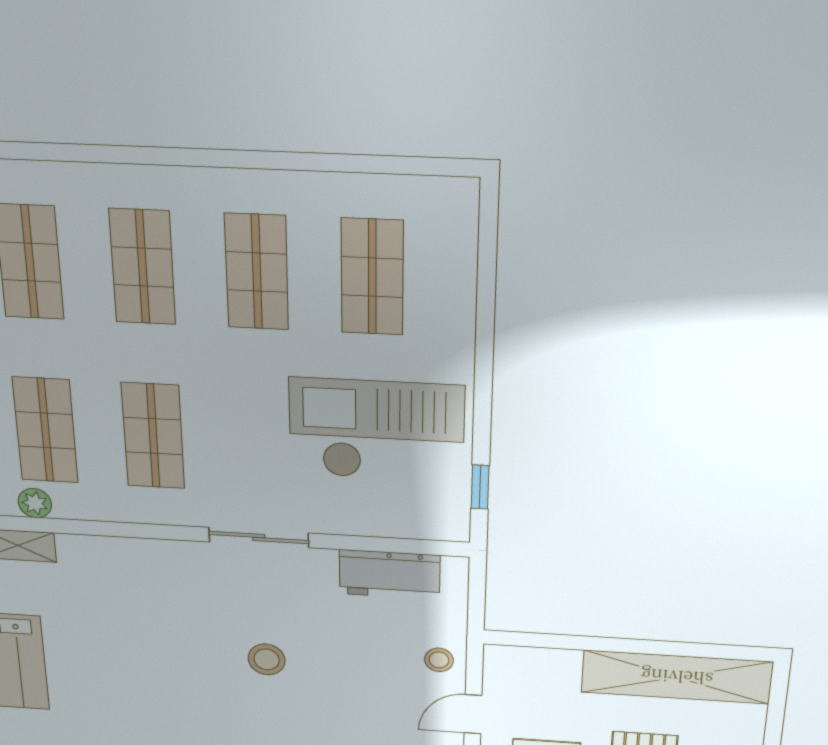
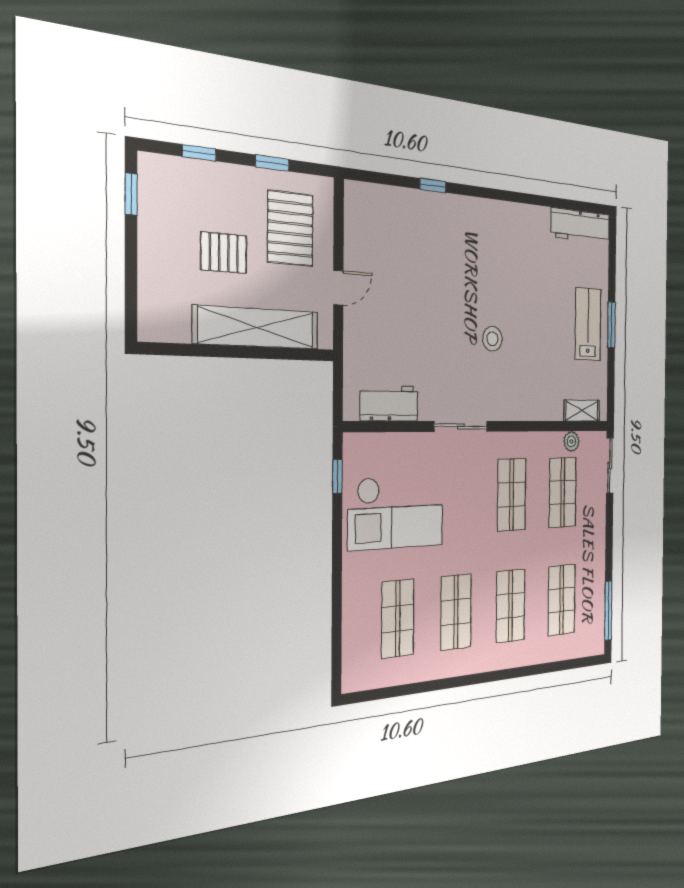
stool: (267, 659) -> (492, 339), moved
stool: (439, 660) -> (360, 334), removed
shelving: (677, 677) -> (257, 328), moved

